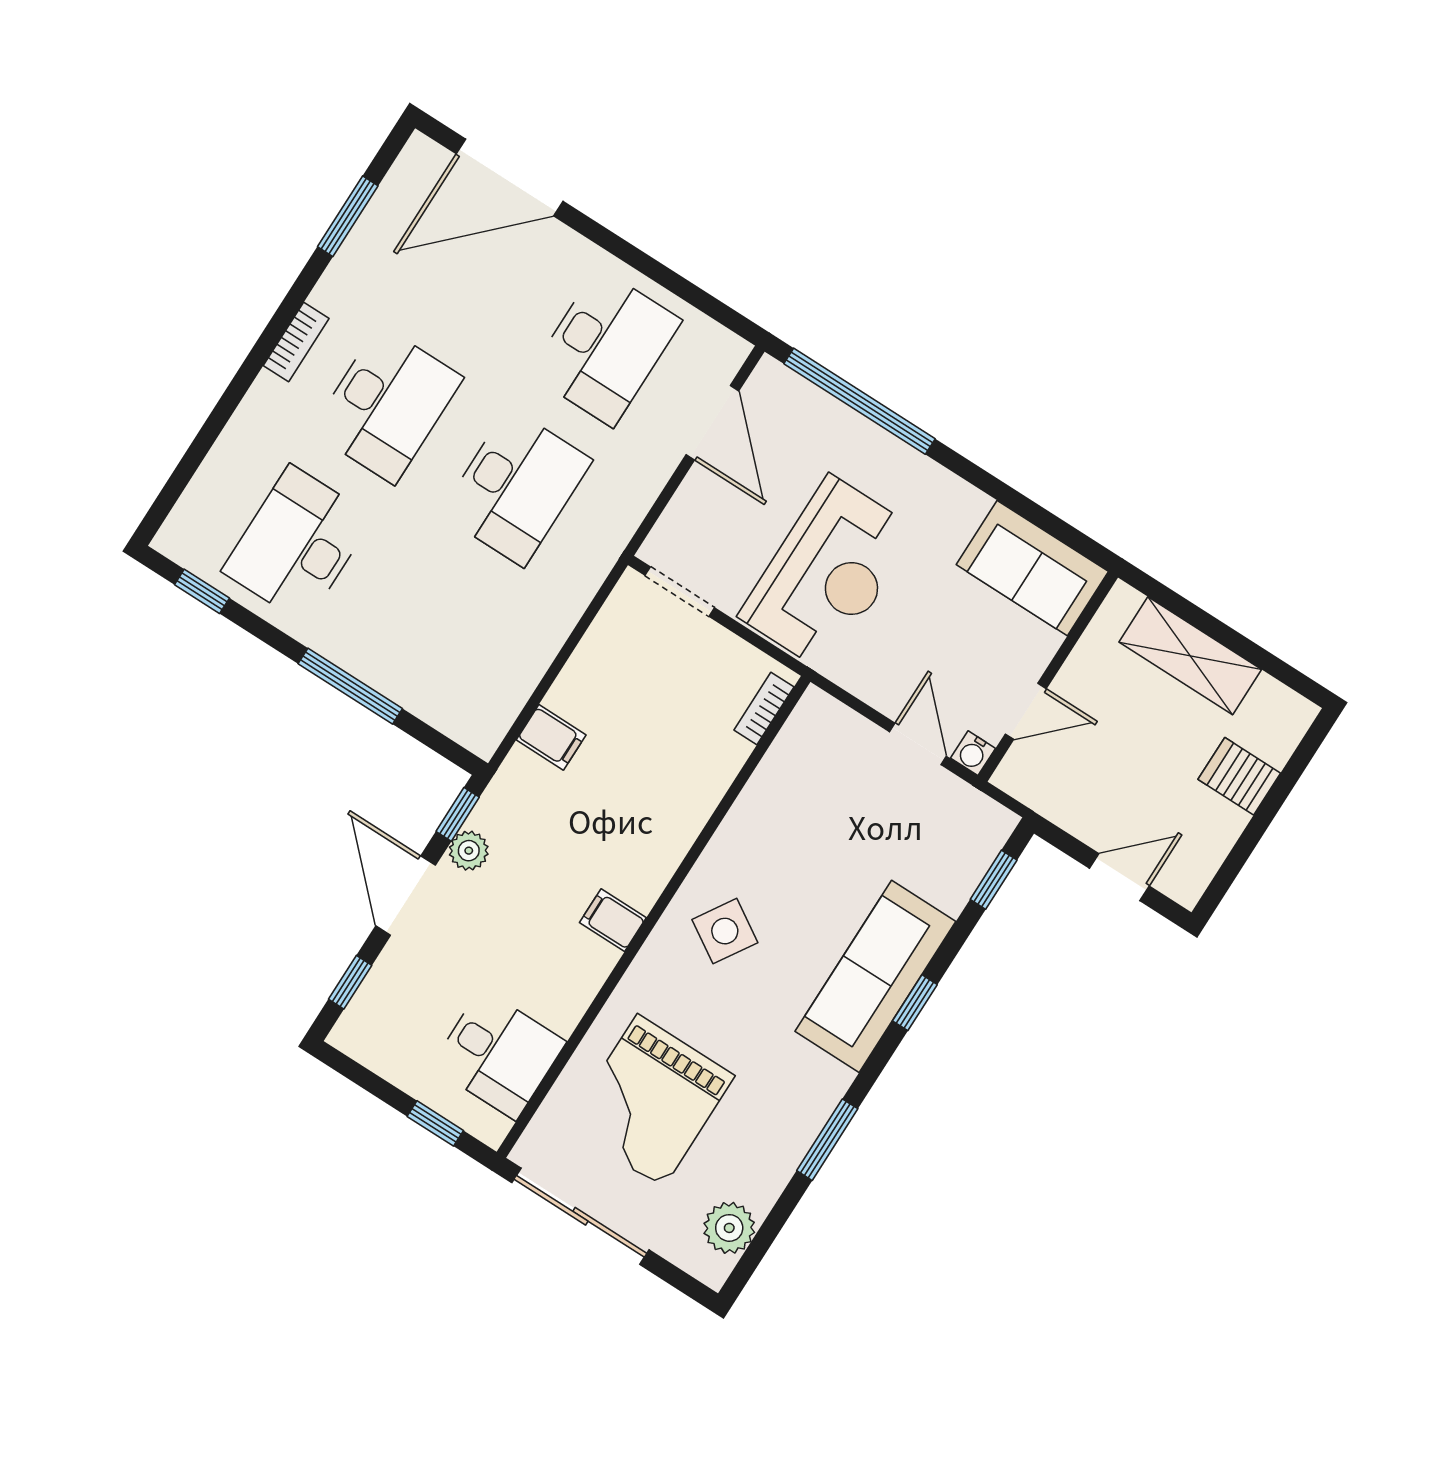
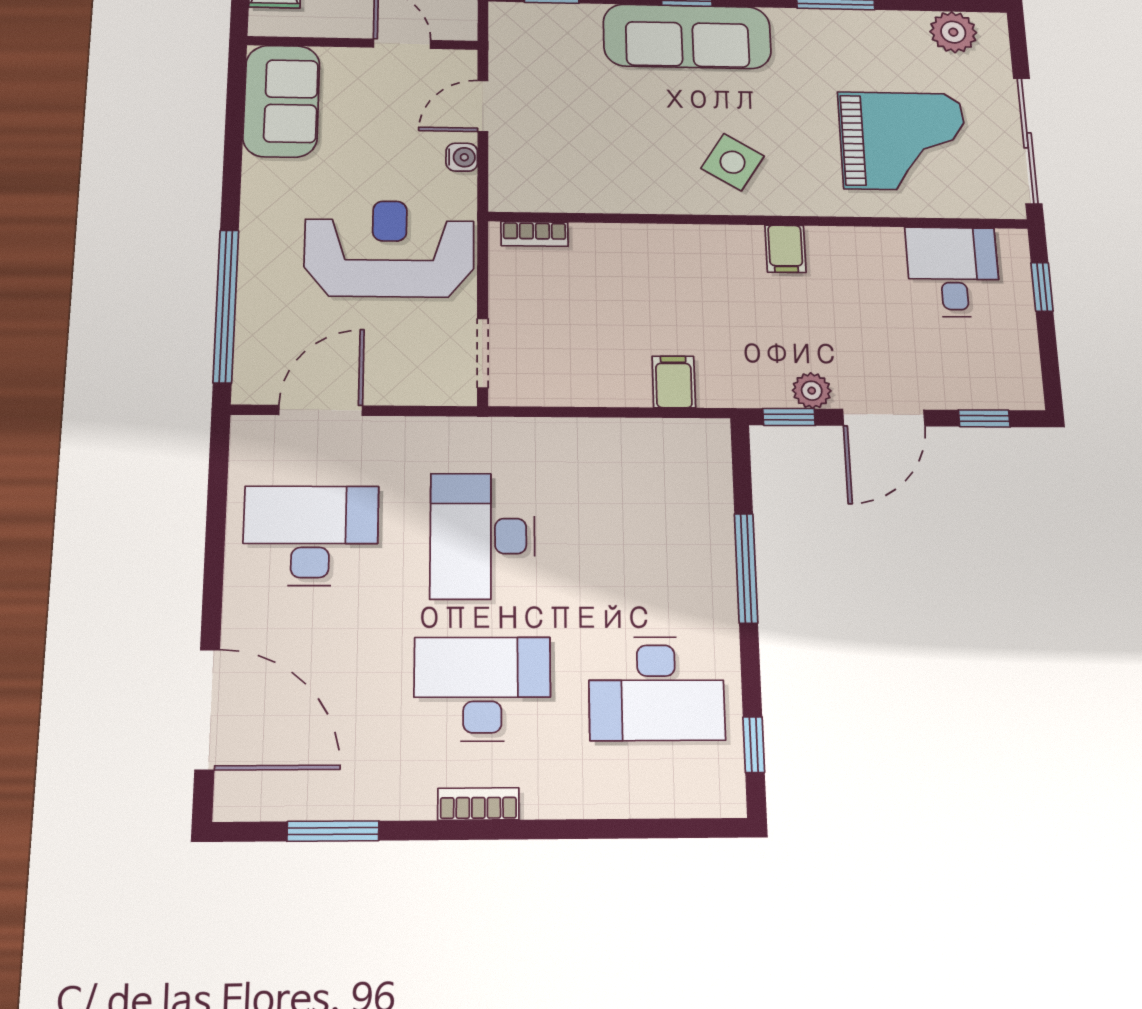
desk: (516, 487) -> (482, 536), turned -90
water cooler: (973, 753) -> (462, 157), moved

